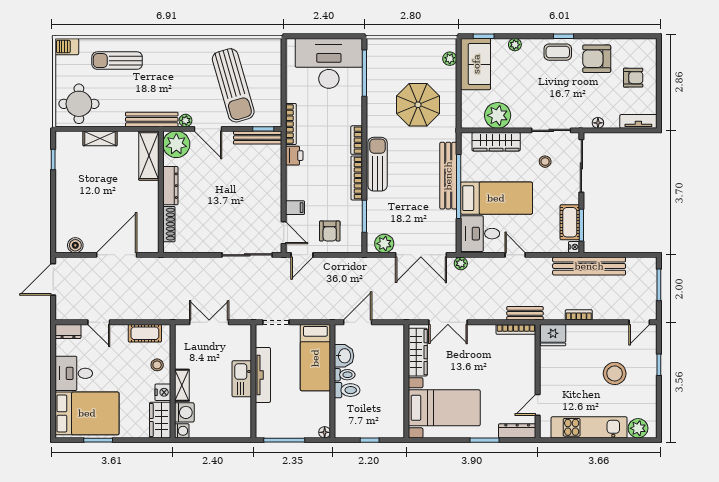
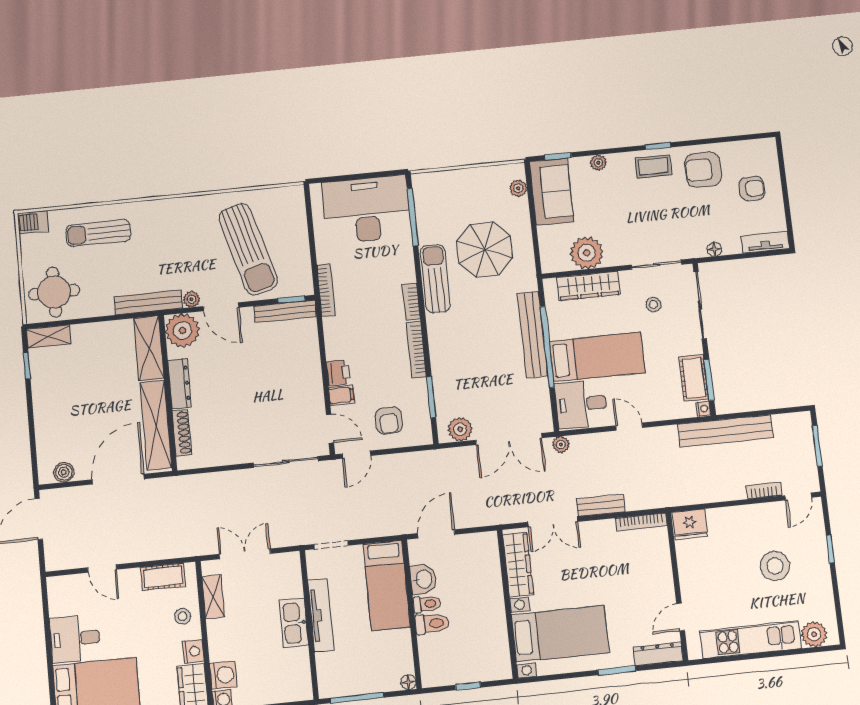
shelving: (100, 138) -> (49, 337), moved
printer: (294, 156) -> (338, 373), moved
sun lounger: (378, 164) -> (435, 279), moved
shelving: (149, 216) -> (156, 425), added
bench: (525, 313) -> (601, 505), moved
bookcase: (579, 315) -> (764, 490), moved
dresser: (68, 332) -> (63, 585), removed
shelving: (182, 385) -> (213, 597), moved

